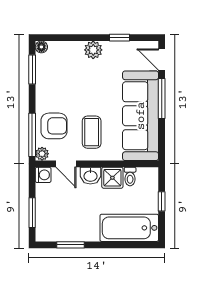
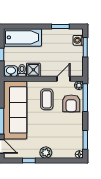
armchair: (54, 126) -> (71, 103), turned -90
door: (66, 164) -> (63, 79), hinge flipped
washing machine: (43, 175) -> (78, 40), moved
washbasin: (90, 176) -> (11, 71), moved

